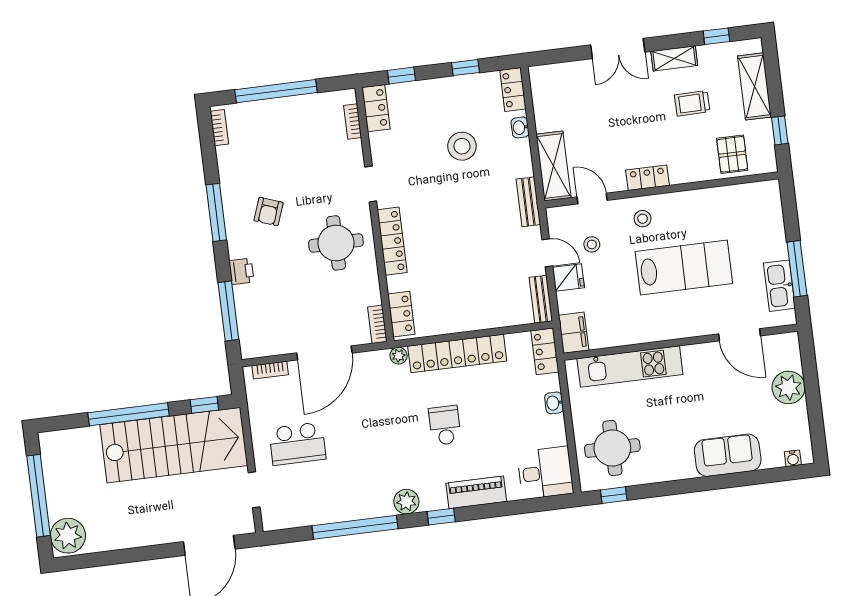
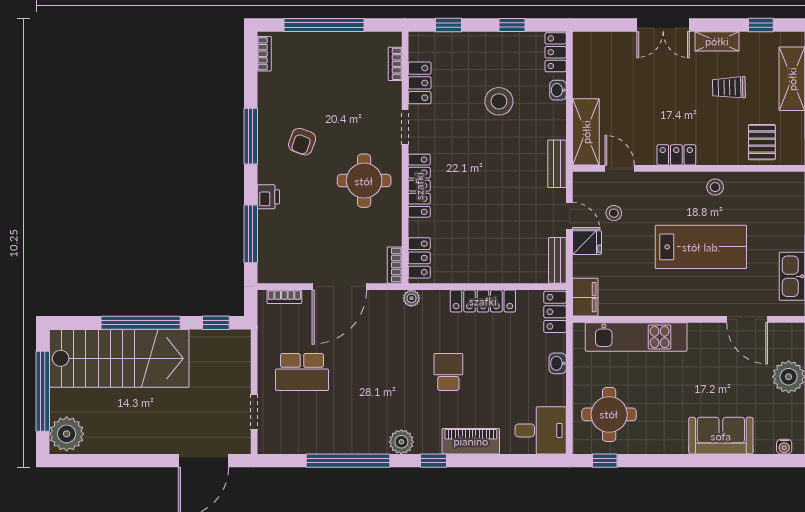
locker: (376, 108) -> (420, 83), moved
stool: (643, 219) -> (715, 187), moved
locker: (457, 353) -> (483, 301), width x0.71, depth x0.83
stairs: (174, 445) -> (119, 358), moved

